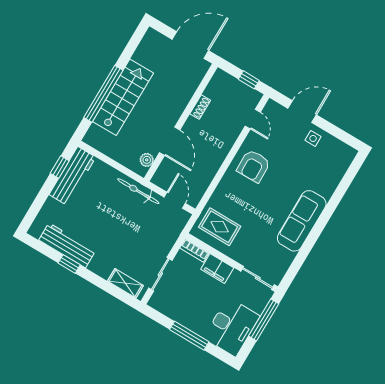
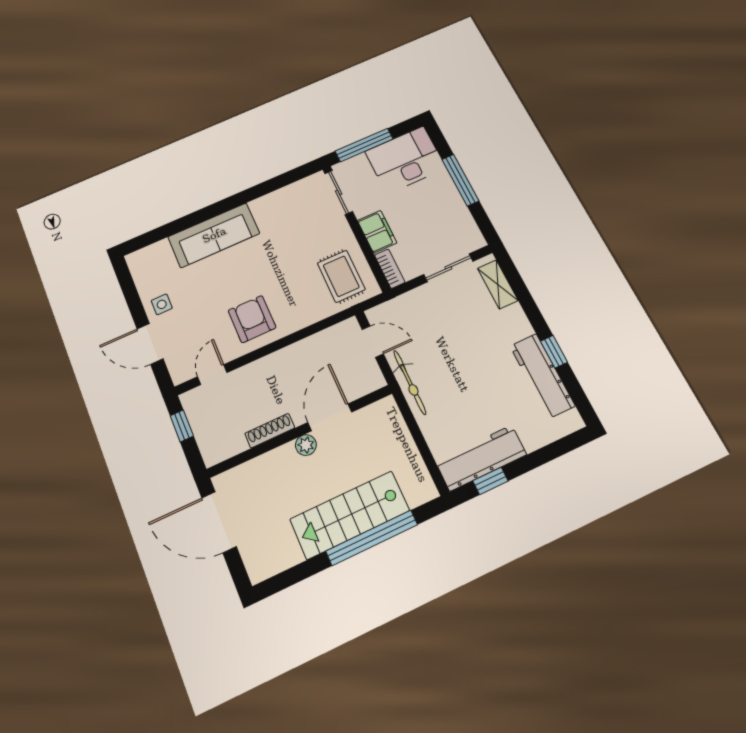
shoe rack: (200, 107) -> (270, 431), width x1.43
plant: (147, 160) -> (306, 445), moved
armchair: (254, 166) -> (252, 319), turned -89
door: (175, 200) -> (373, 342), swing flipped
sofa: (302, 221) -> (214, 235), moved

